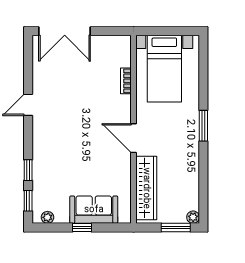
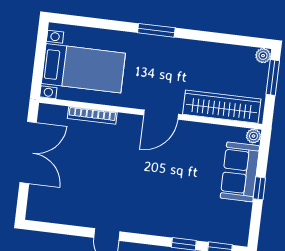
double door: (65, 31) -> (28, 153), moved
bookcase: (126, 81) -> (92, 115), width x1.56
plant: (47, 217) -> (253, 136), moved

